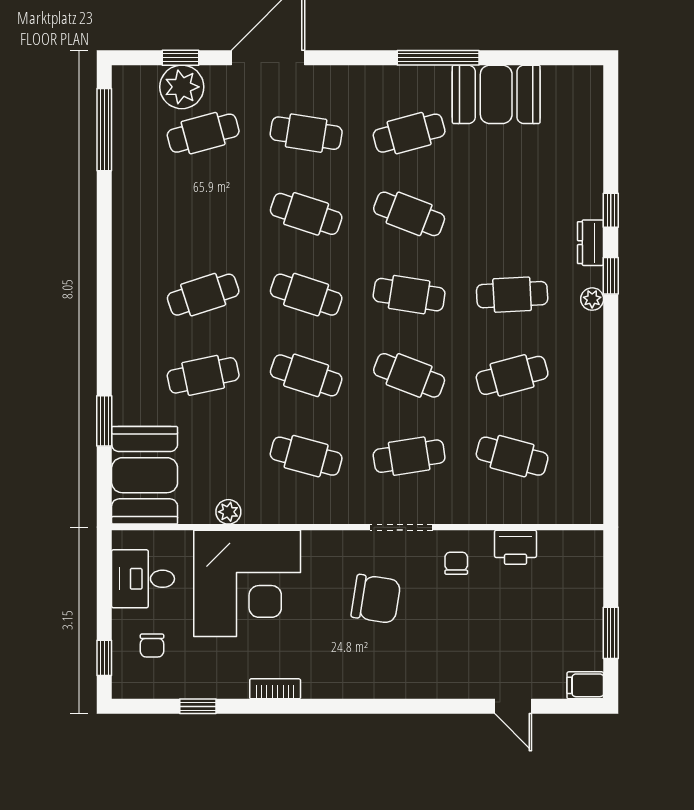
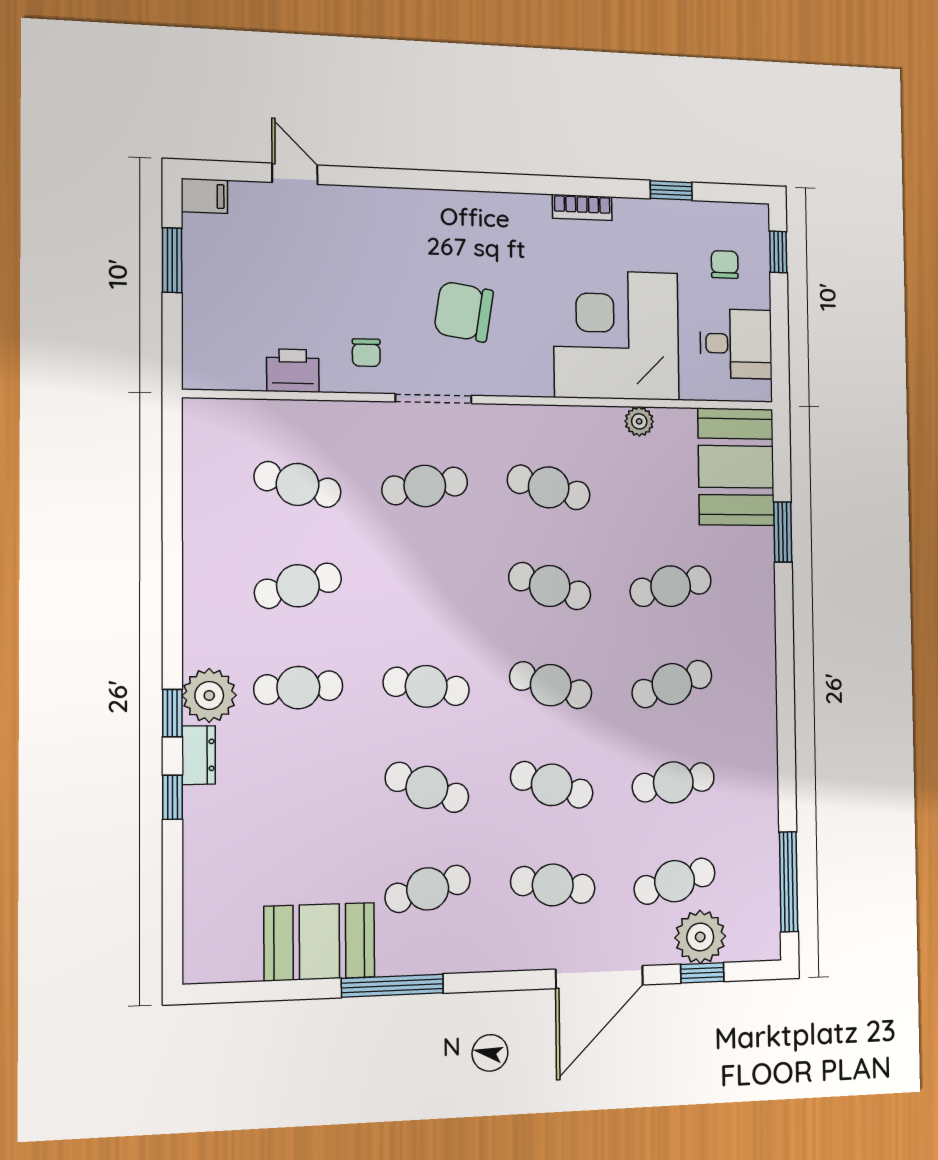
plant: (592, 299) -> (209, 695), width x1.87, depth x1.87
cafe table: (409, 375) -> (673, 782), moved, turned -30

